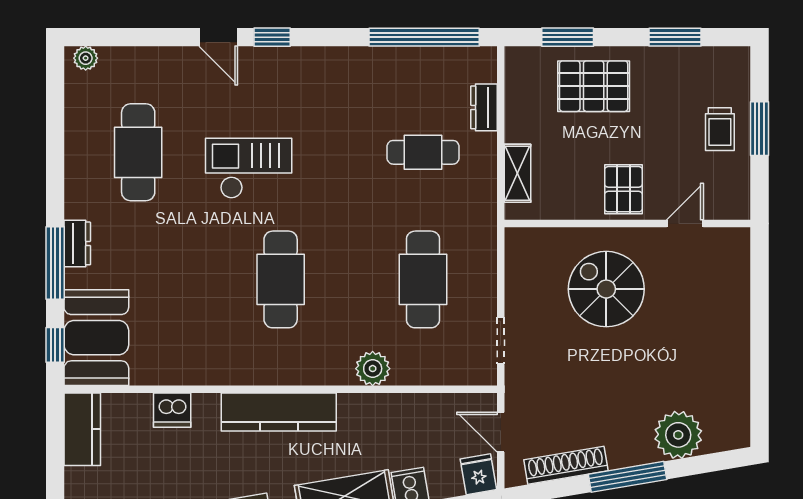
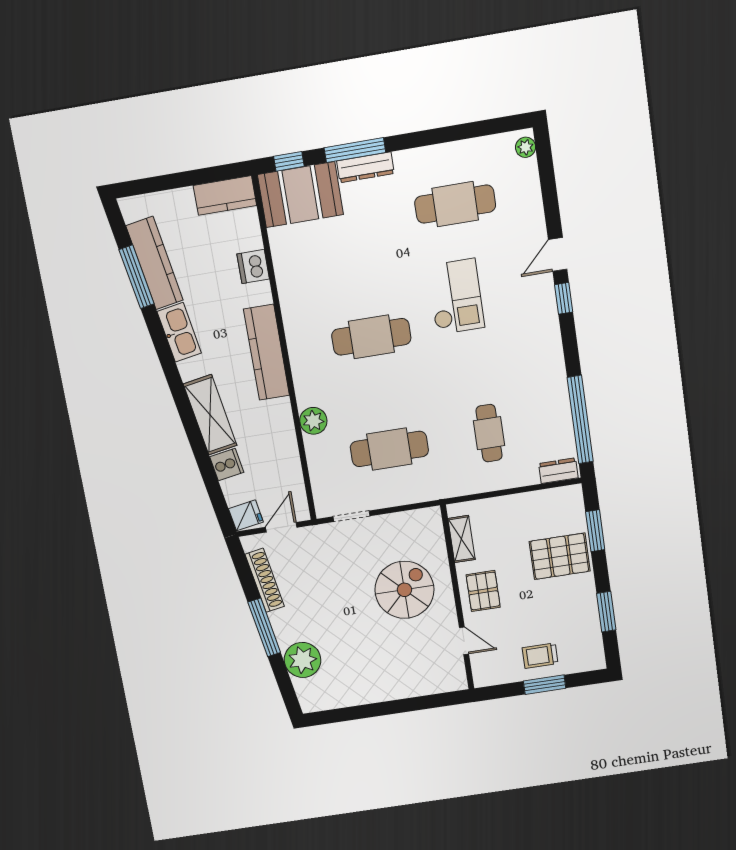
pallet: (594, 86) -> (560, 556), turned 90
dresser: (484, 107) -> (558, 471), moved
shelving: (518, 173) -> (461, 539), moved, turned 90
pallet: (623, 189) -> (483, 591), turned 90
dresser: (77, 243) -> (365, 167), width x1.44

